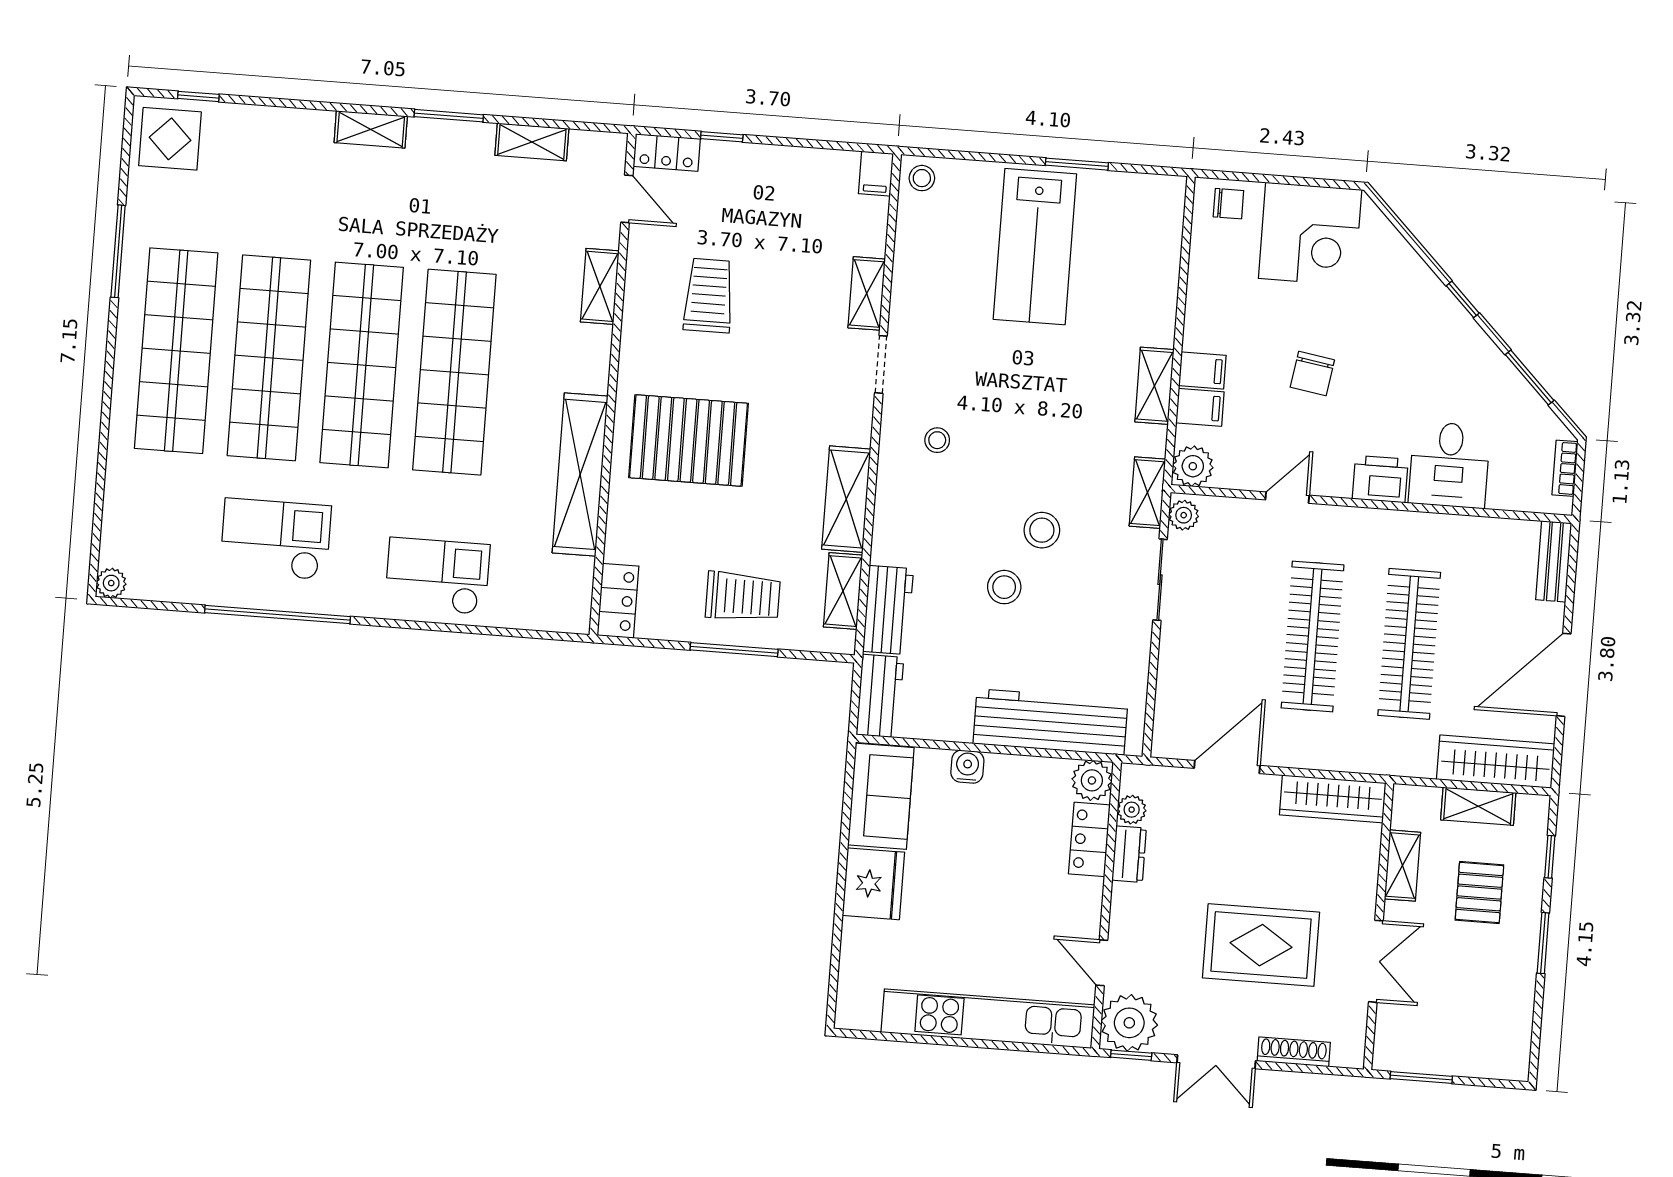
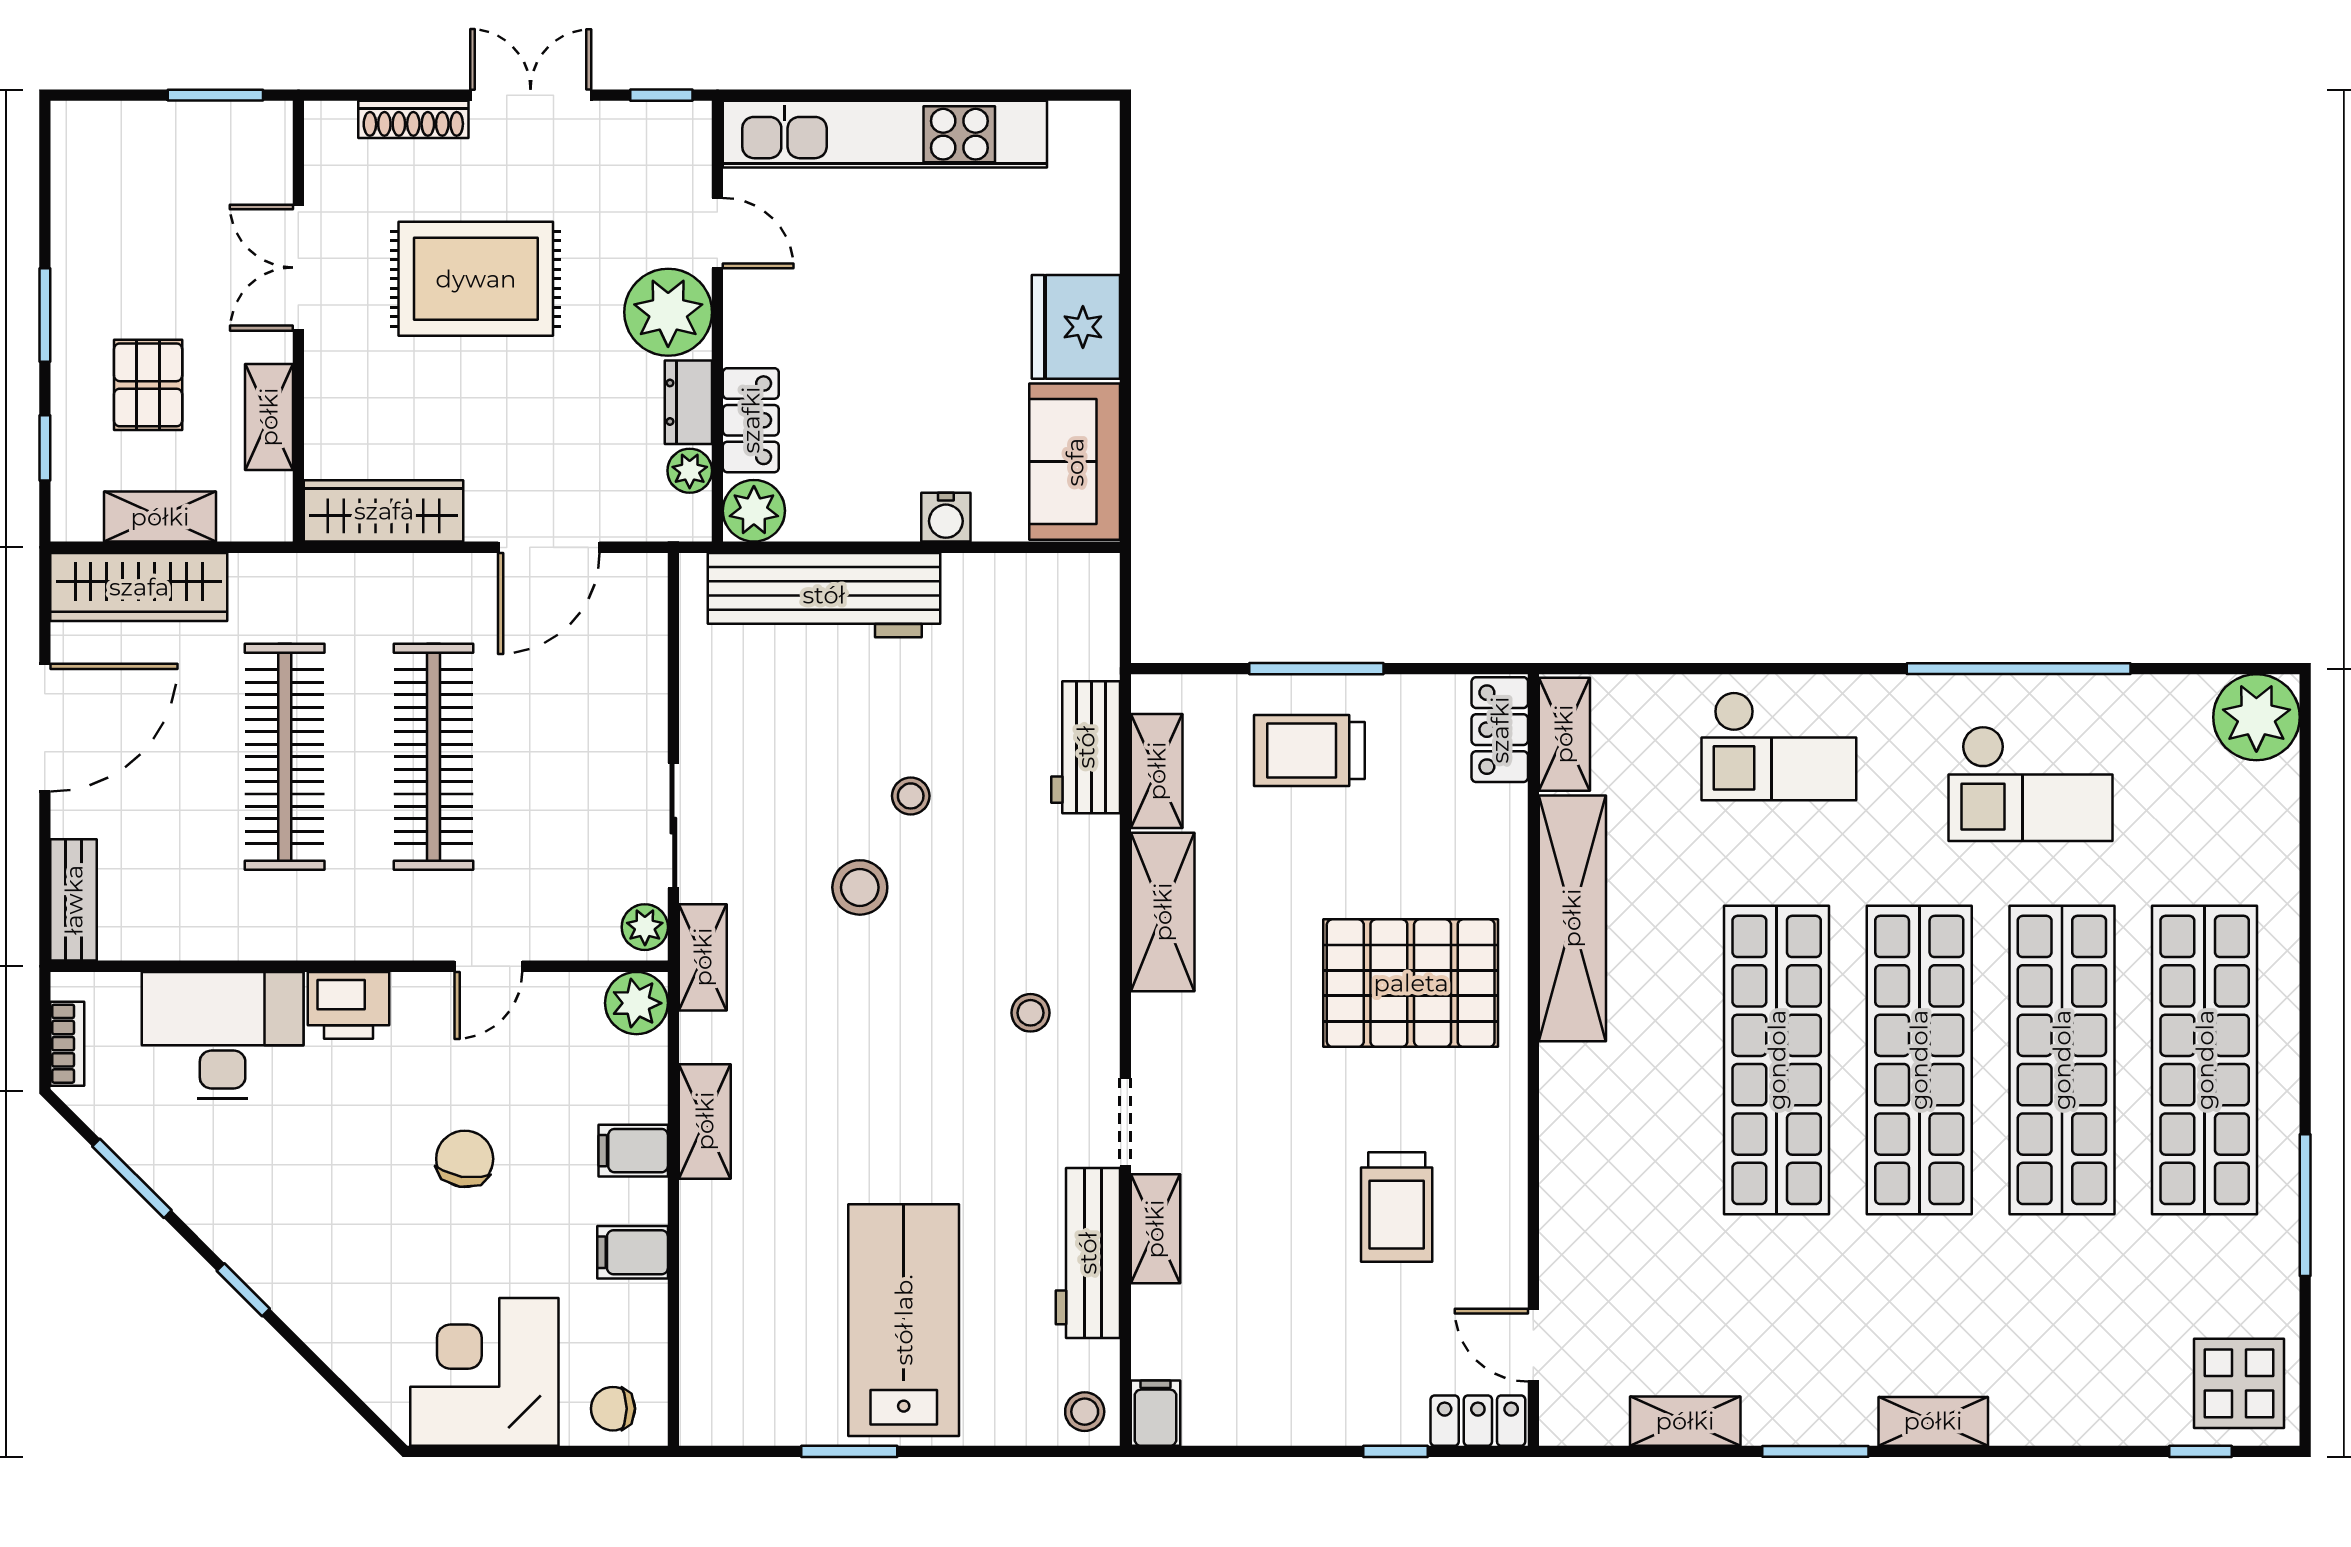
shelving: (600, 286) -> (1564, 734), moved
filing cabinet: (1200, 407) -> (633, 1252), moved
desk: (1449, 465) -> (223, 1035), width x1.37
plant: (111, 583) -> (2256, 717), width x1.87, depth x1.87
stool: (1004, 587) -> (911, 796), width x0.73, depth x0.73
workbench: (880, 696) -> (1088, 1253), moved, width x1.38
plant: (1129, 1023) -> (668, 312), moved

